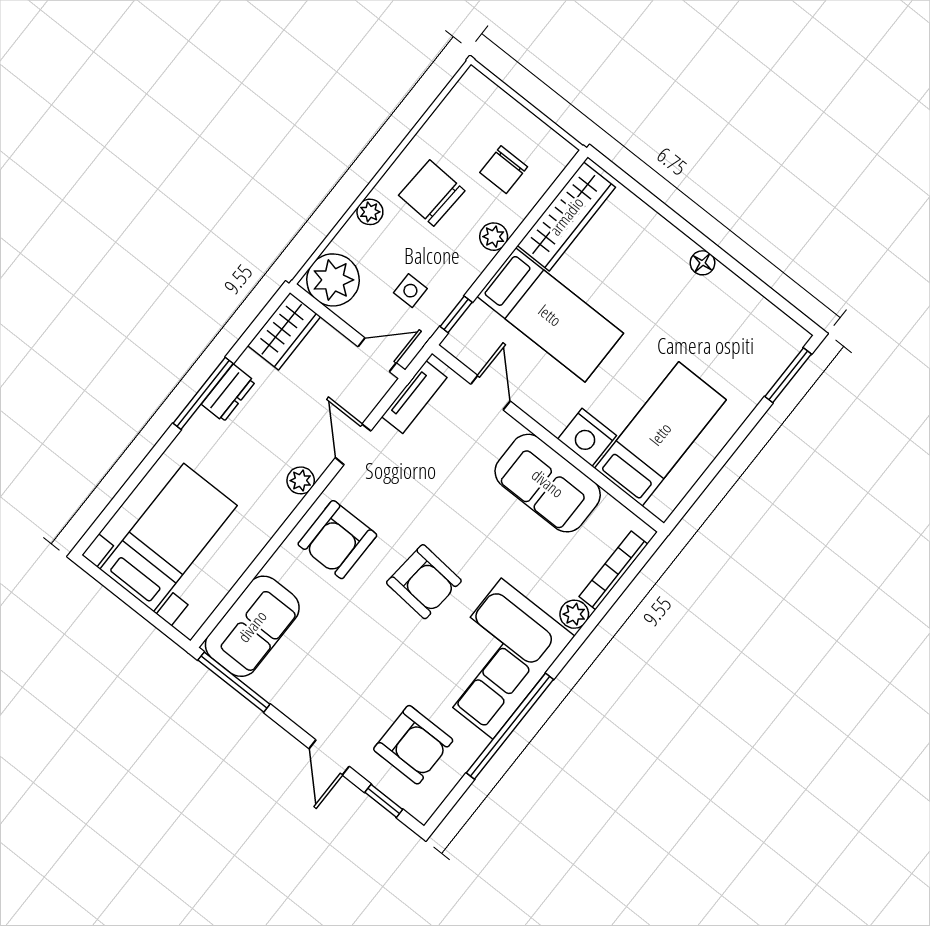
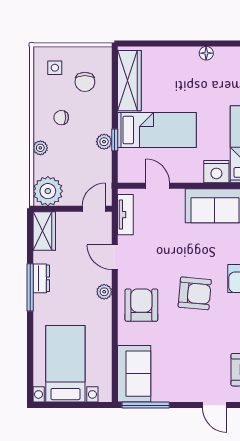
chair: (432, 193) -> (61, 118), width x0.54, depth x0.54
plant: (494, 237) -> (104, 142), moved
side table: (410, 291) -> (55, 68), moved
window: (456, 314) -> (115, 140), moved
armchair: (337, 540) -> (141, 305), turned 180

